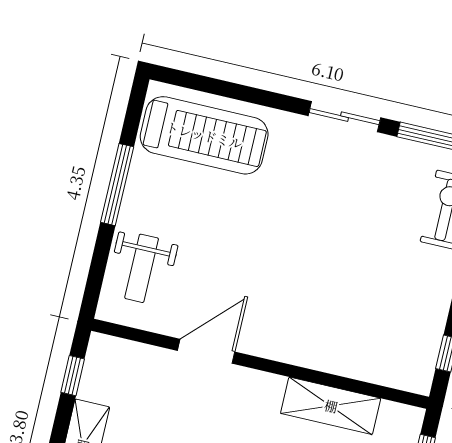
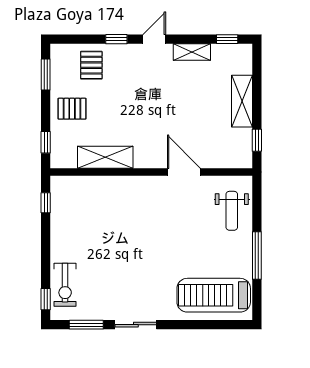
weight bench: (142, 268) -> (232, 211), turned 180
door: (206, 351) -> (184, 172), swing flipped

